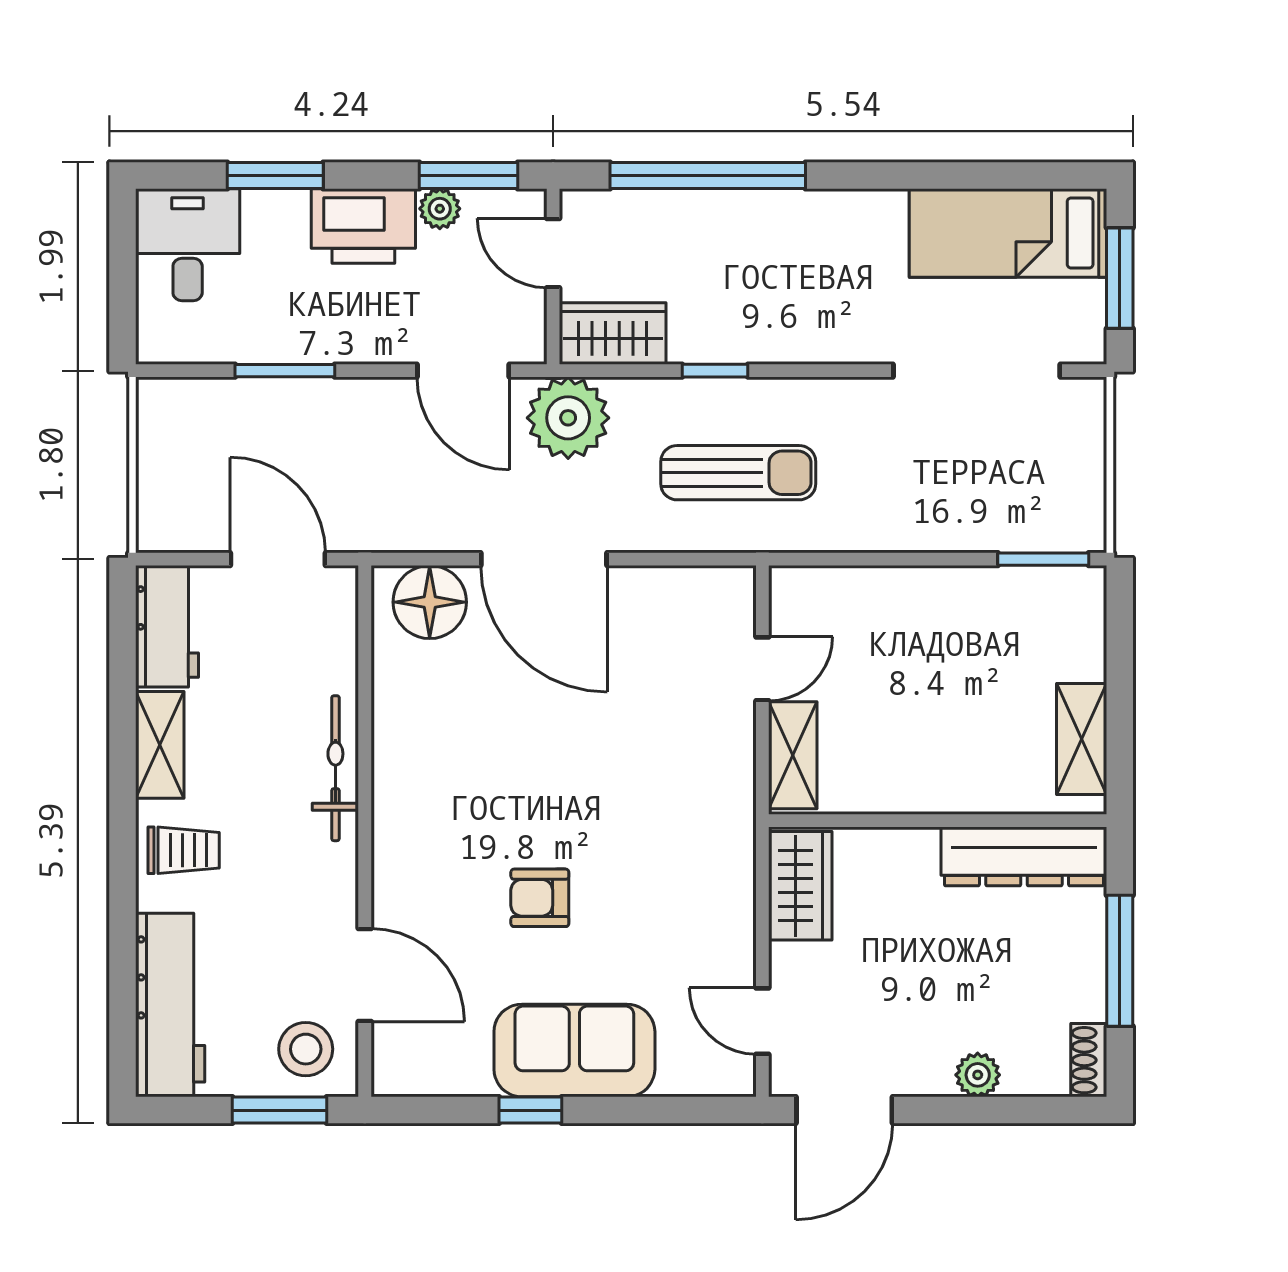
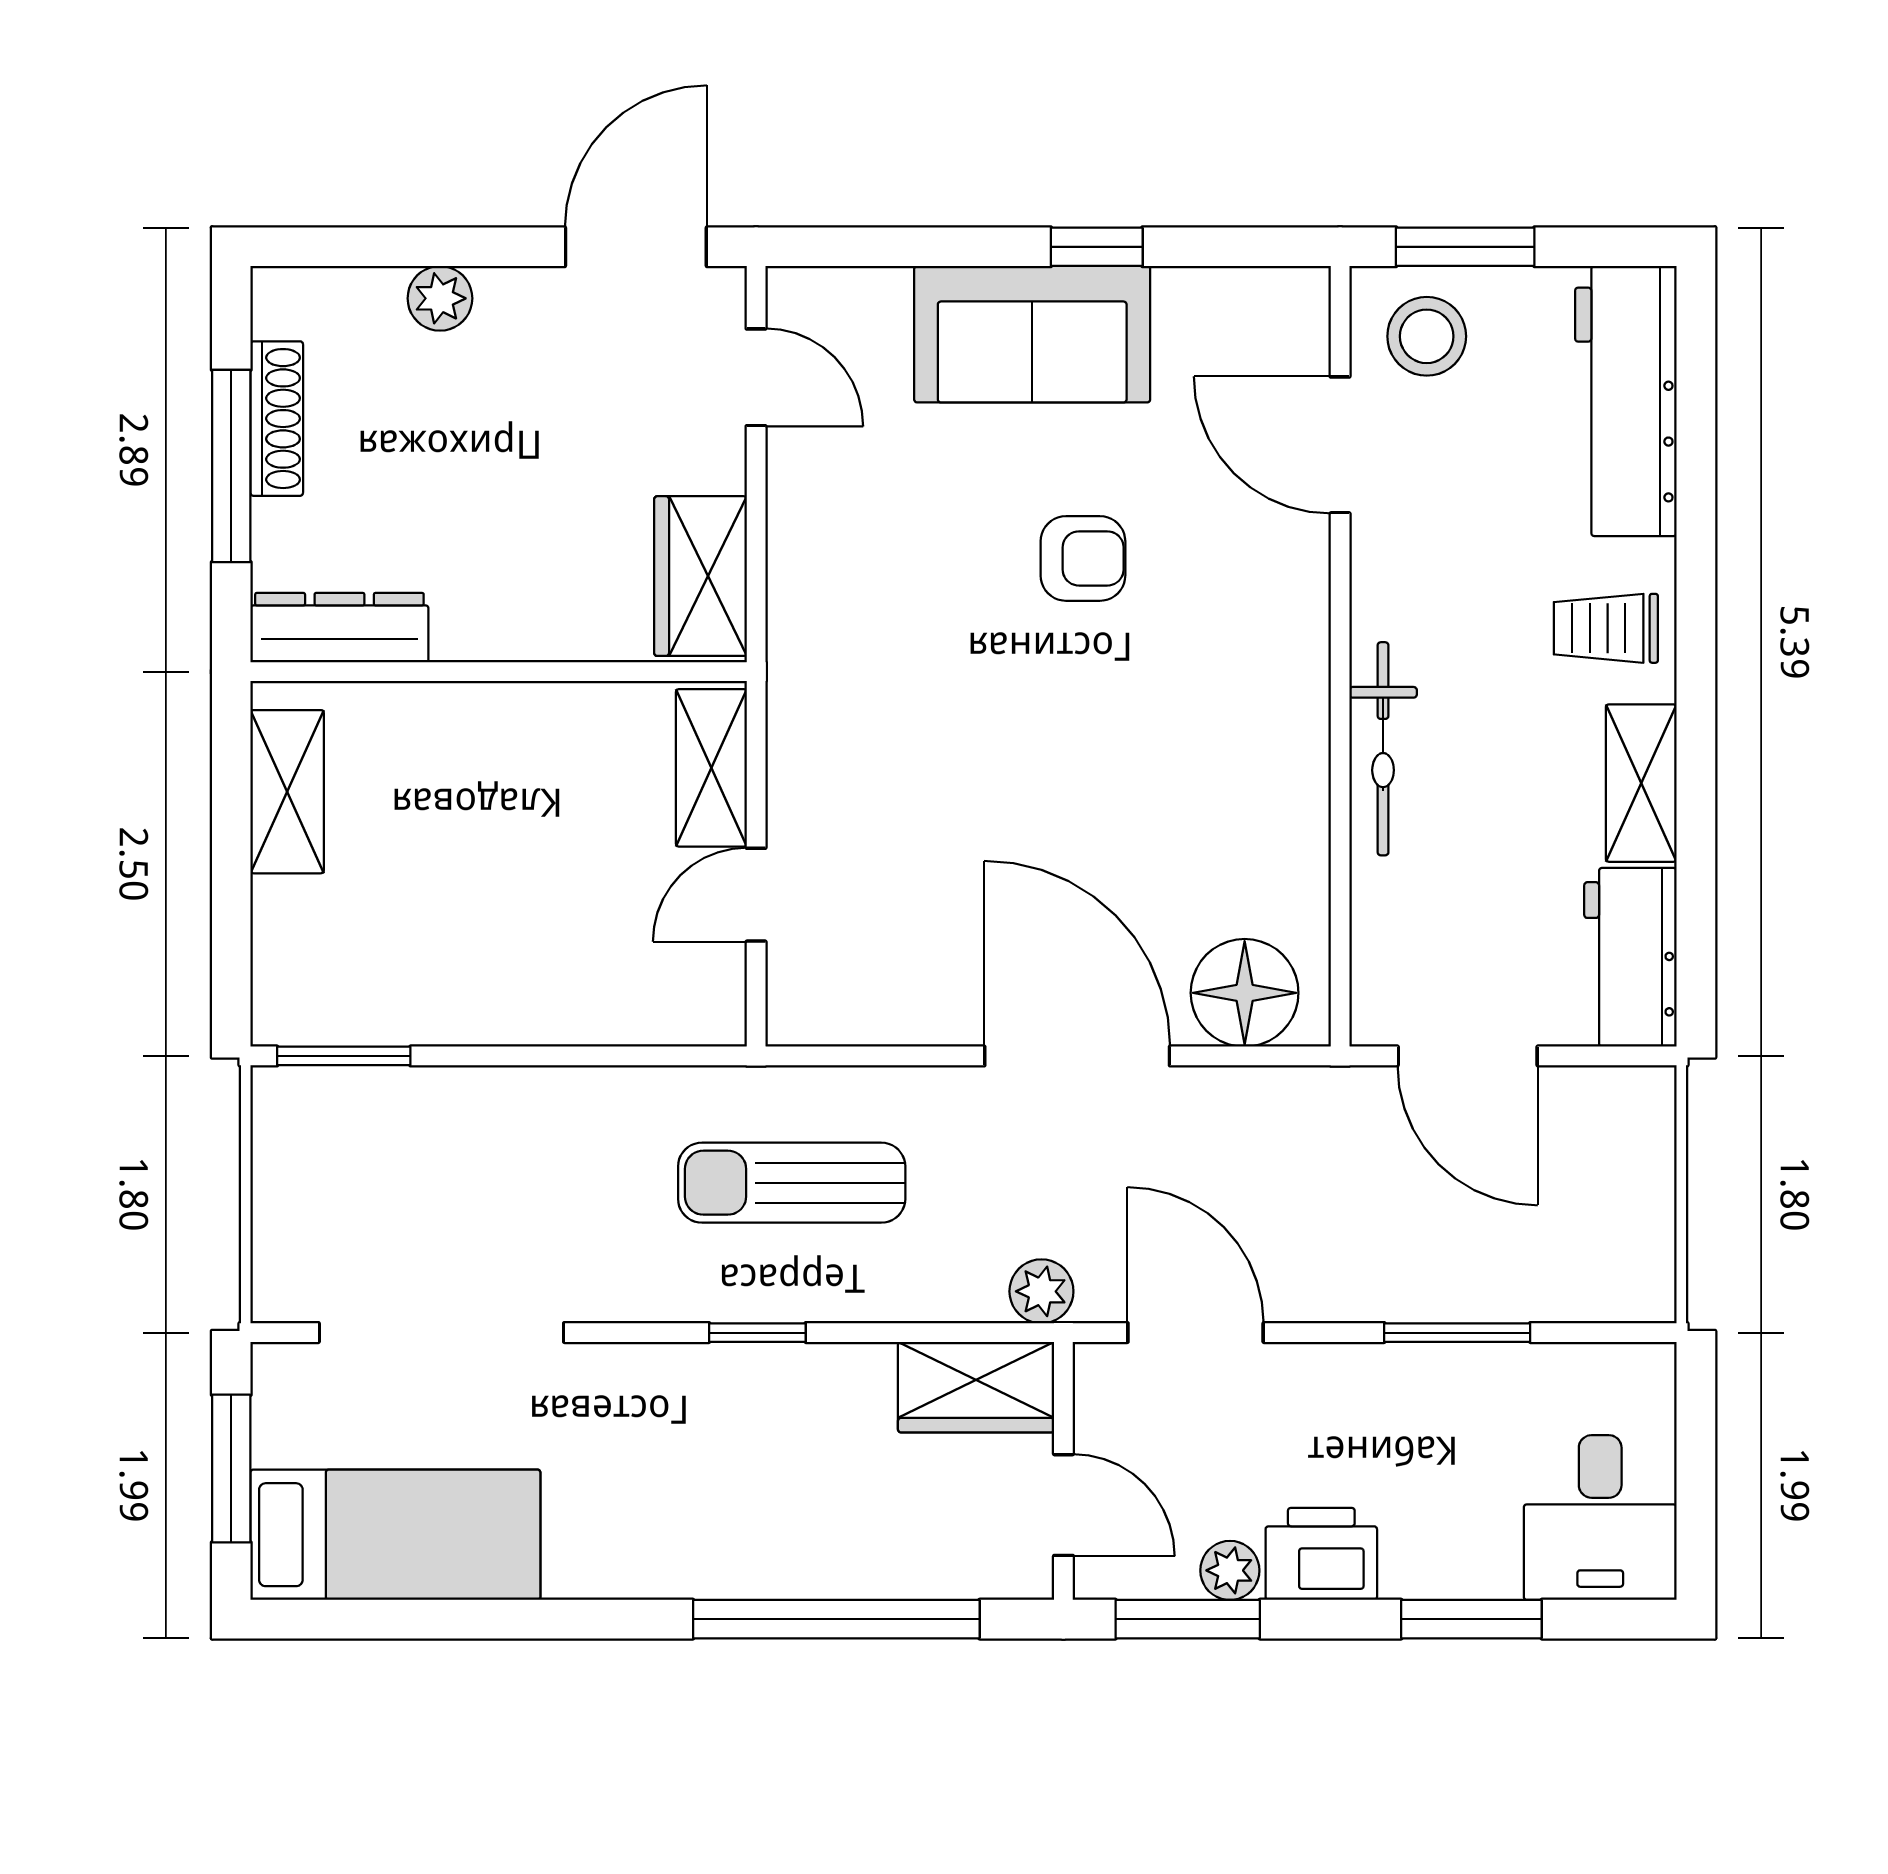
printer: (363, 226) -> (1321, 1554), width x0.73, depth x0.84
window: (715, 371) -> (757, 1333), moved
plant: (568, 418) -> (1041, 1291), width x0.53, depth x0.53
dresser: (1024, 856) -> (339, 628), width x0.73, depth x0.80
shoe rack: (1089, 1060) -> (277, 419), moved, width x1.43

